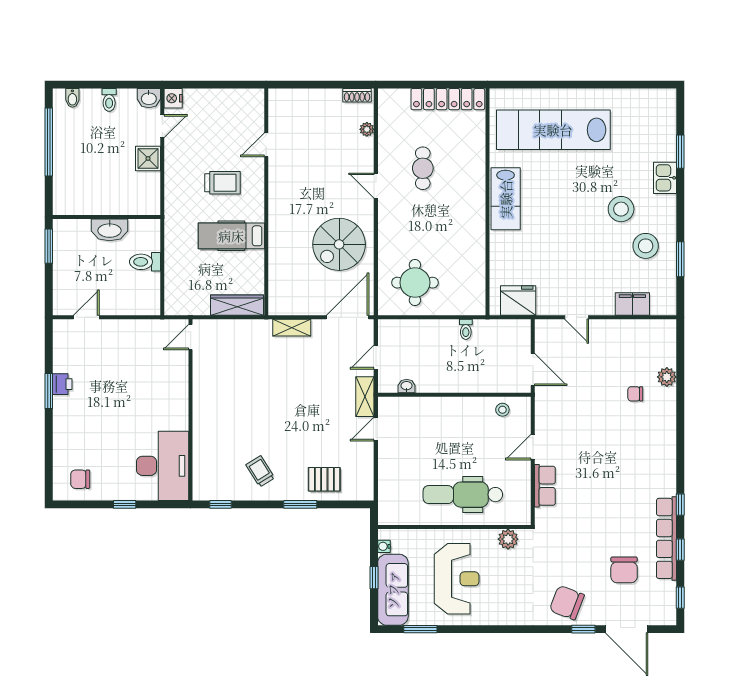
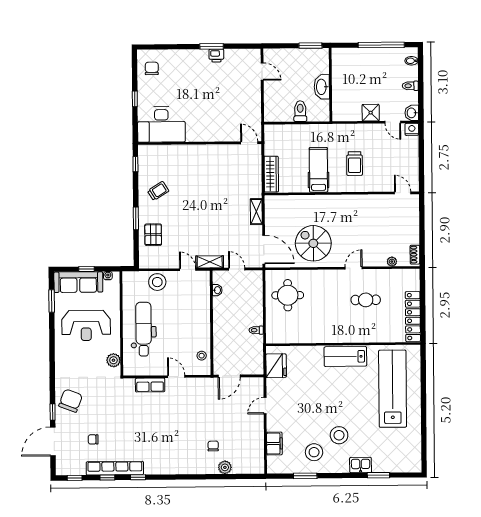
door: (266, 145) -> (403, 193), moved
stool: (394, 474) -> (157, 282), added
chair: (624, 570) -> (93, 439), width x0.54, depth x0.54

